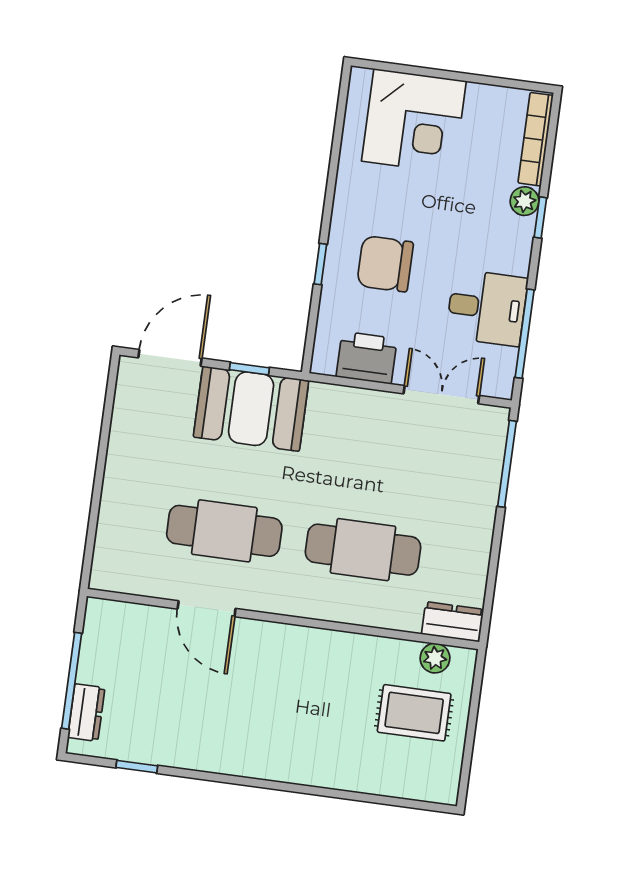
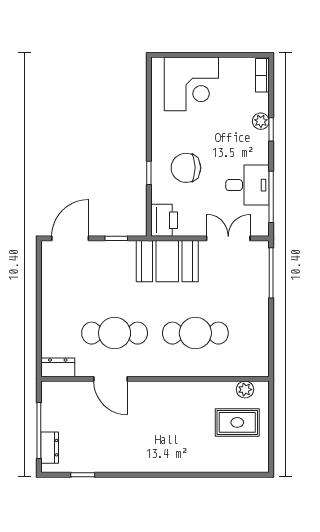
bookcase: (536, 139) -> (262, 75), width x0.64
printer: (367, 358) -> (164, 220), moved, turned 90
booth: (251, 409) -> (167, 261), moved
dresser: (453, 622) -> (58, 367), moved

